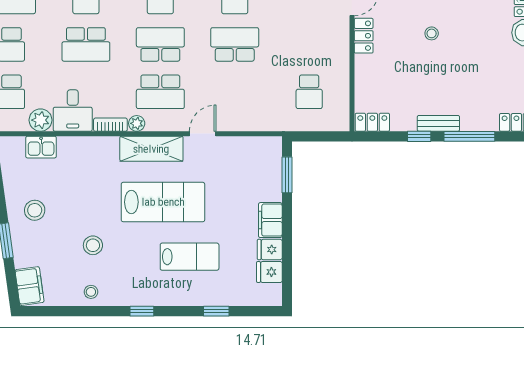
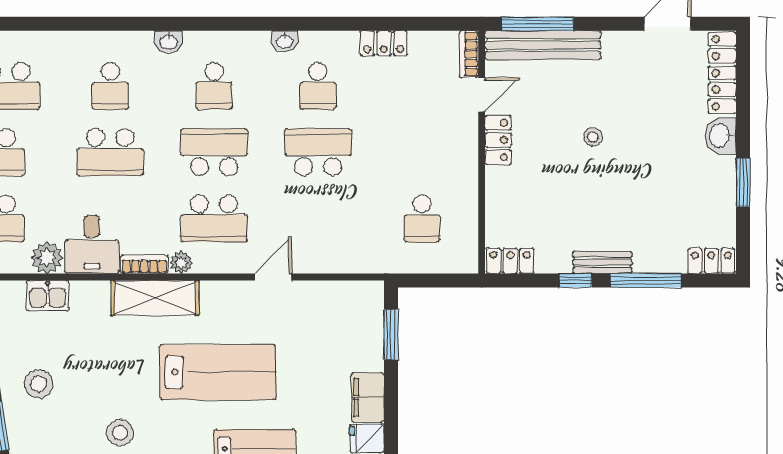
shelving: (151, 149) -> (155, 298), moved

